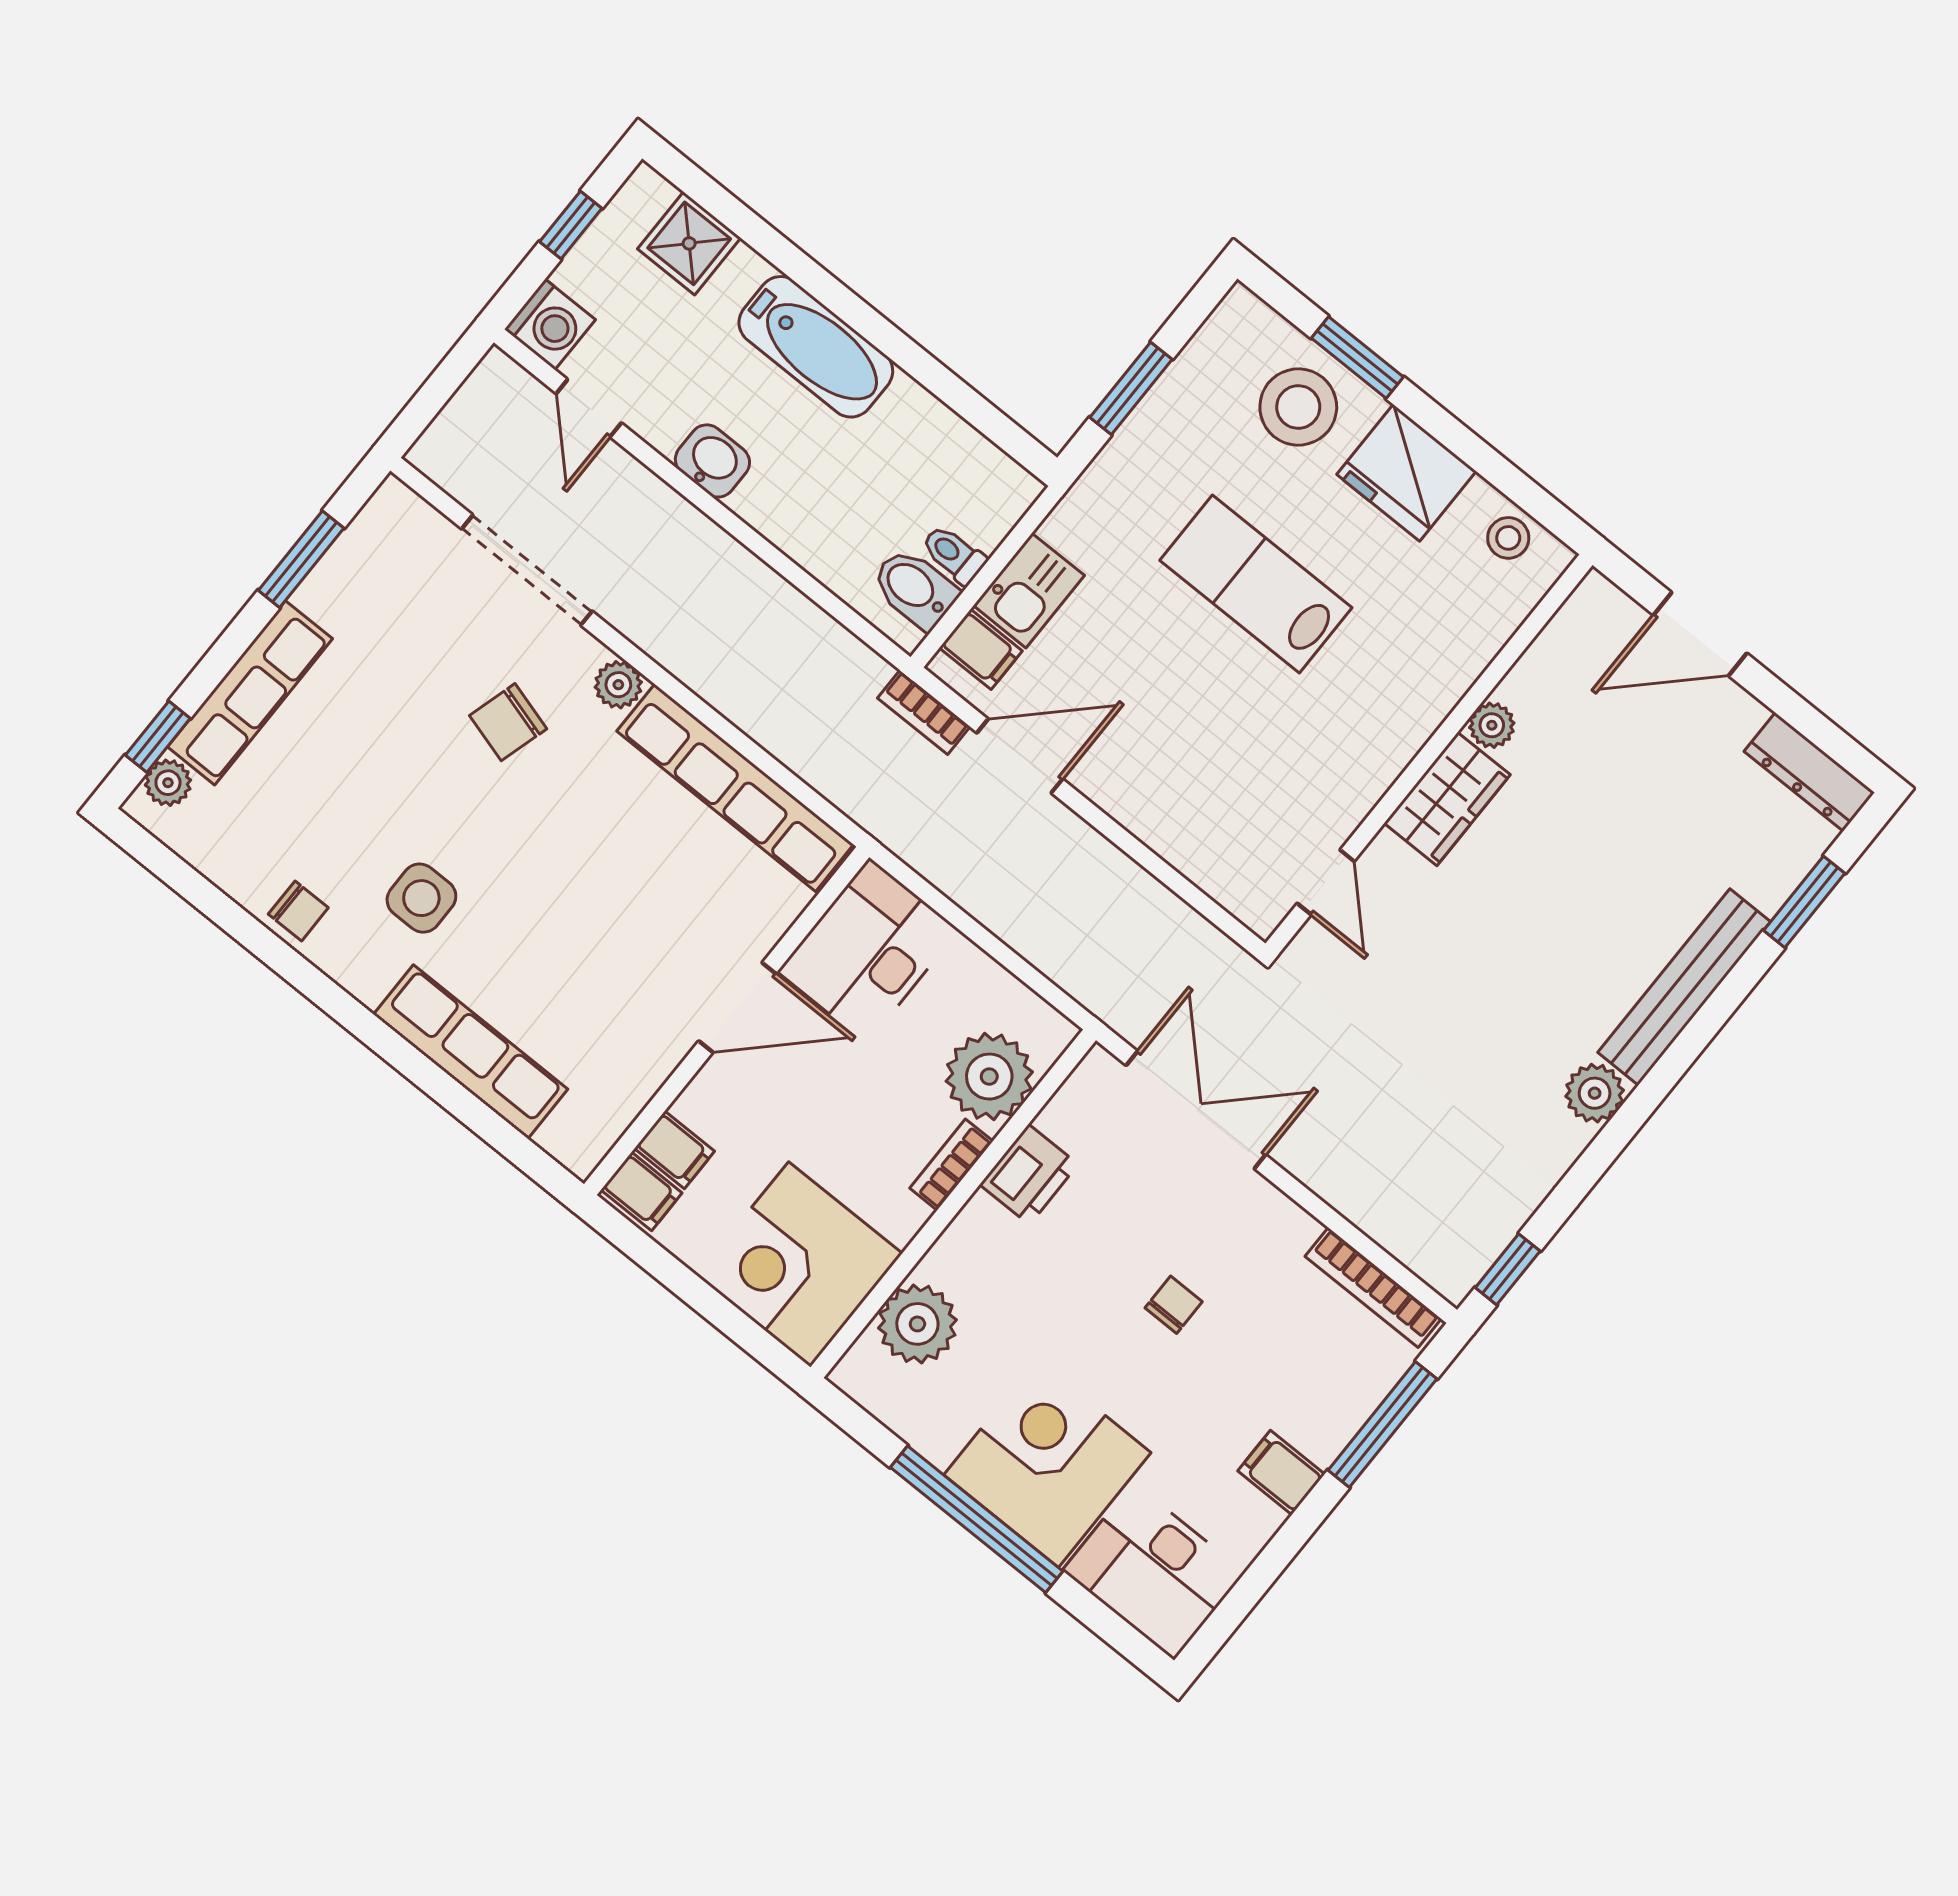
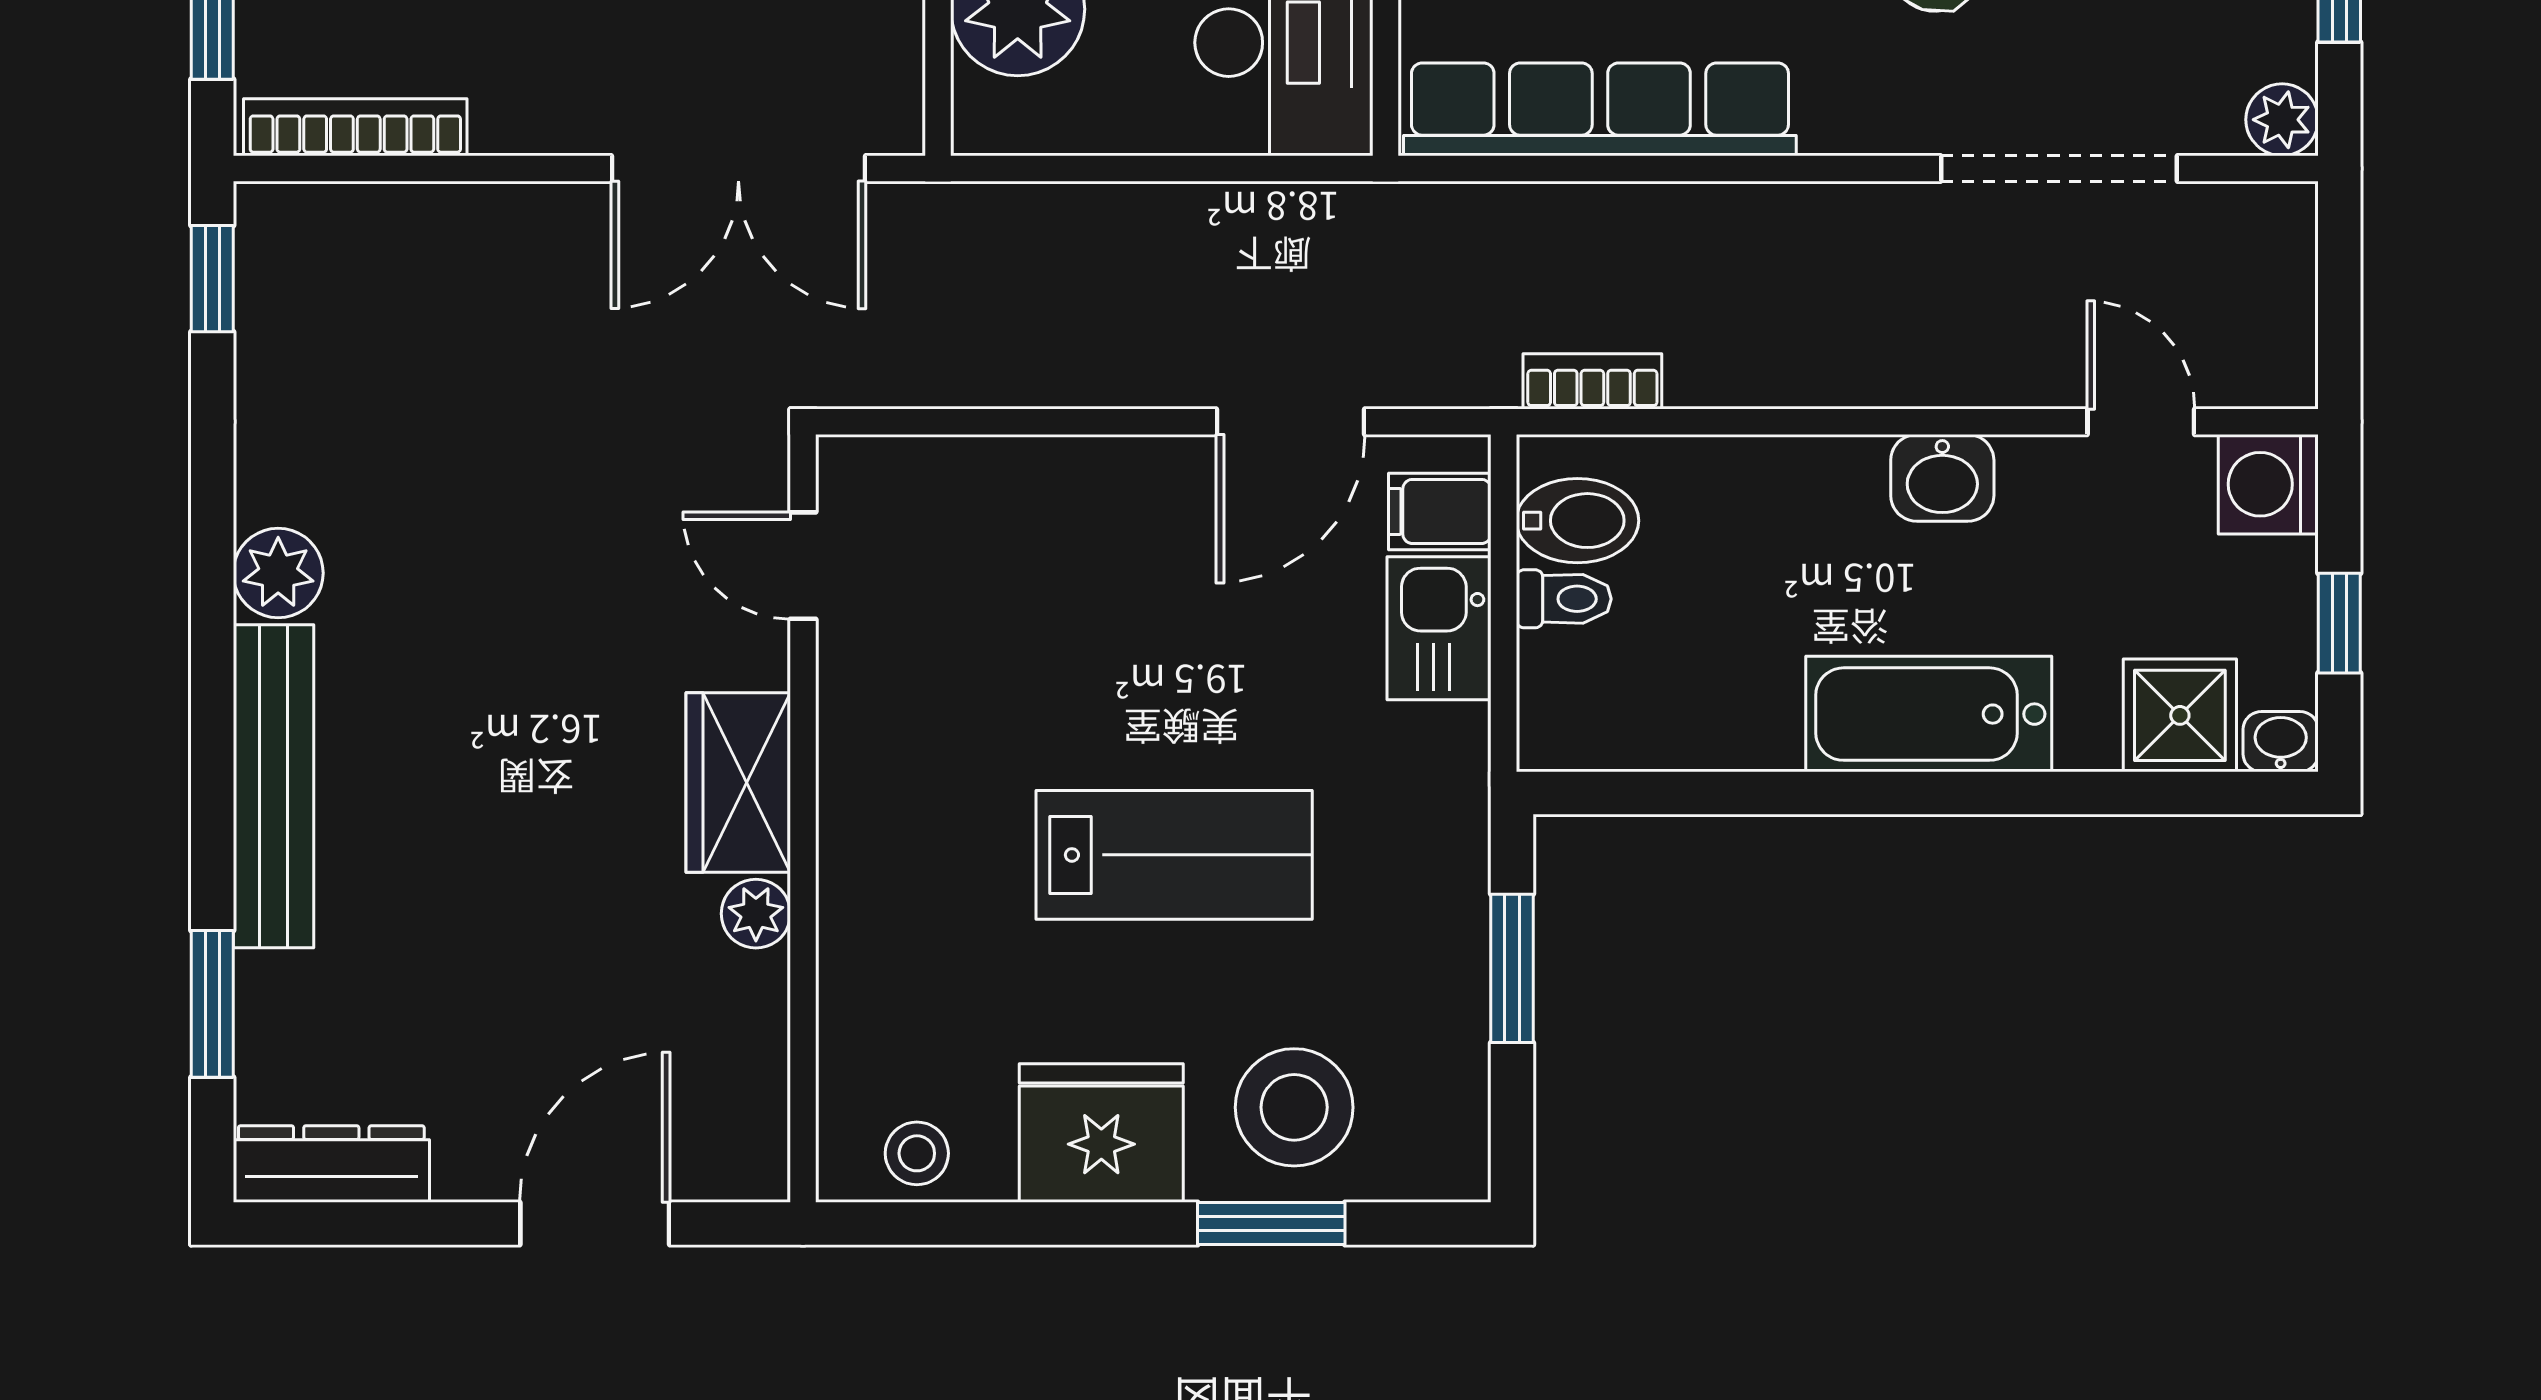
washbasin: (649, 189) -> (2281, 742), added
plant: (618, 685) -> (2282, 120), moved
bookcase: (924, 712) -> (1592, 381), moved

